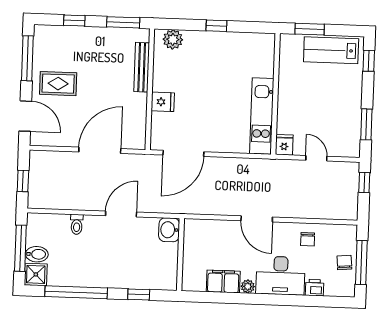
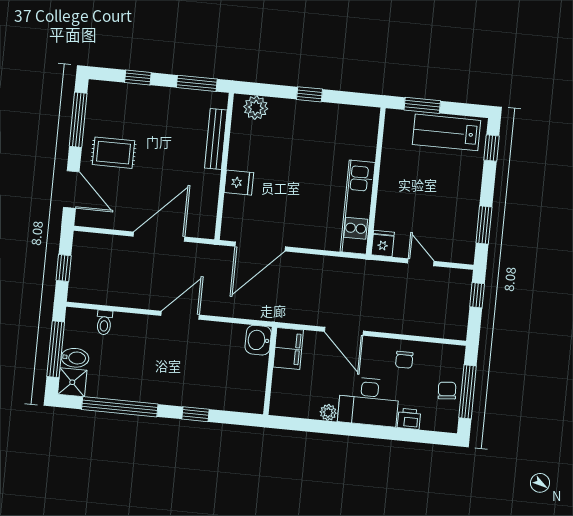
toilet: (77, 224) -> (104, 323), moved
washbasin: (169, 230) -> (258, 340), moved
wall: (180, 255) -> (270, 371), moved
filing cabinet: (223, 281) -> (288, 348), moved, turned 90

